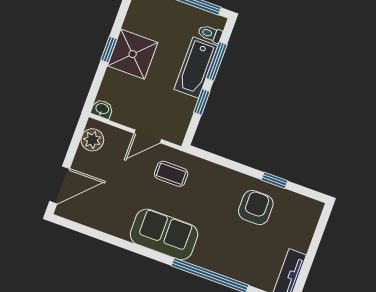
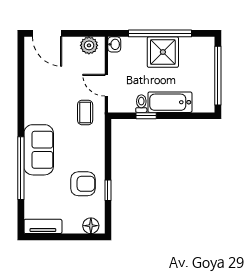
toilet: (210, 34) -> (141, 104), moved
window: (109, 49) -> (160, 33), width x3.17
window: (217, 61) -> (180, 116), removed
floor lamp: (310, 216) -> (91, 226), added
sofa: (164, 234) -> (39, 150), moved

